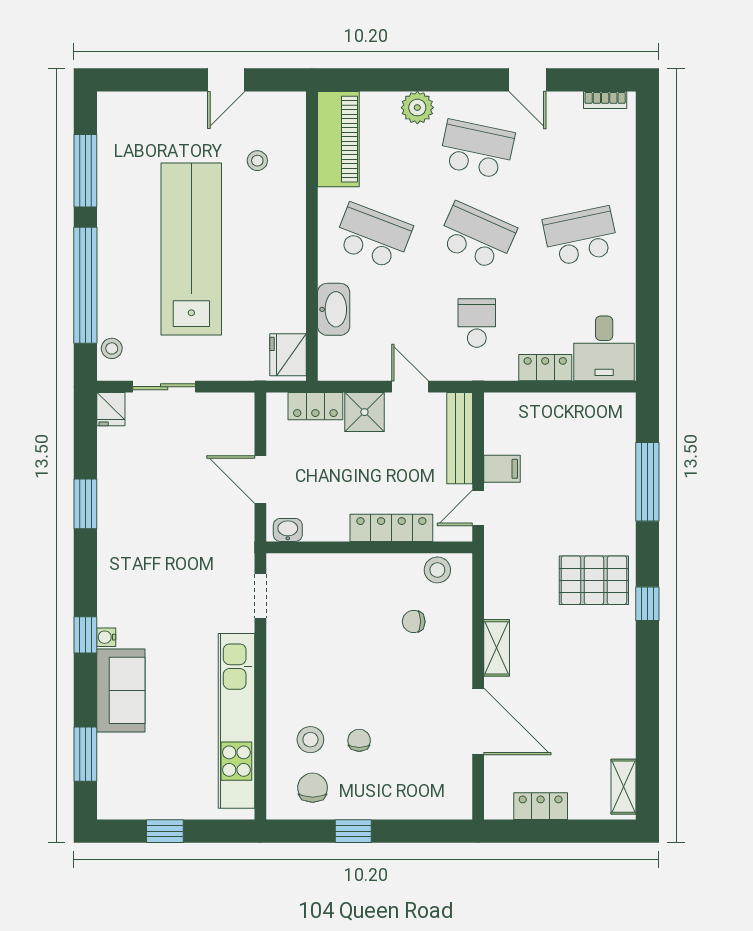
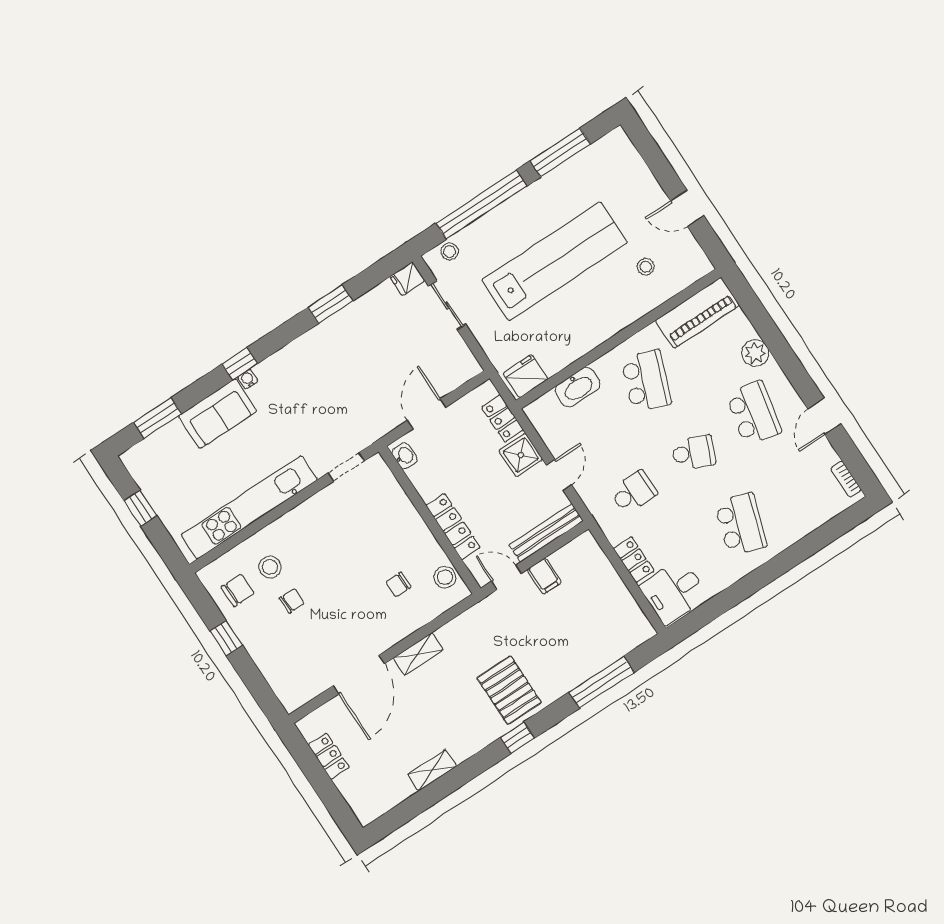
school desk: (477, 236) -> (693, 453), width x0.54
school desk: (581, 236) -> (741, 524), turned 30
chair: (414, 622) -> (399, 584), turned -90
shelving: (624, 787) -> (432, 770), moved

